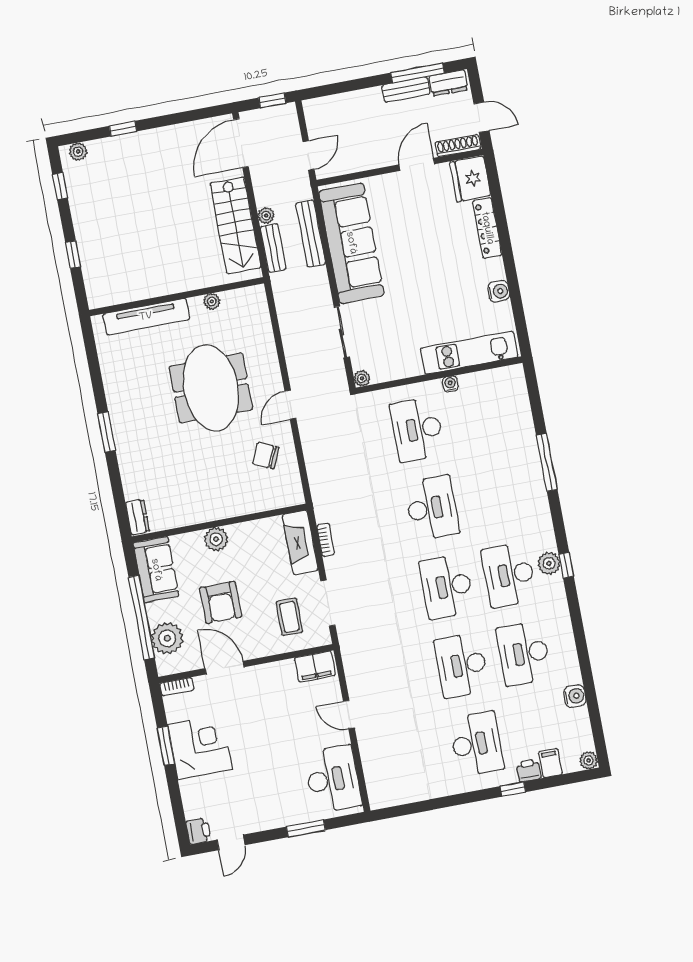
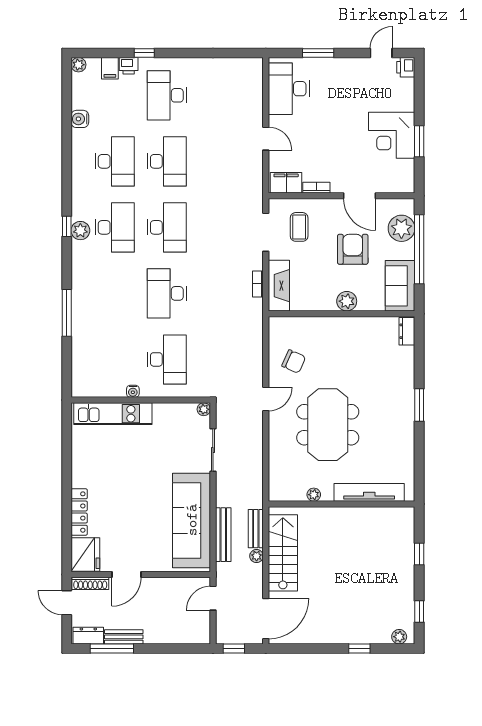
water cooler: (499, 291) -> (79, 459), removed
bookcase: (177, 687) -> (316, 188), moved

